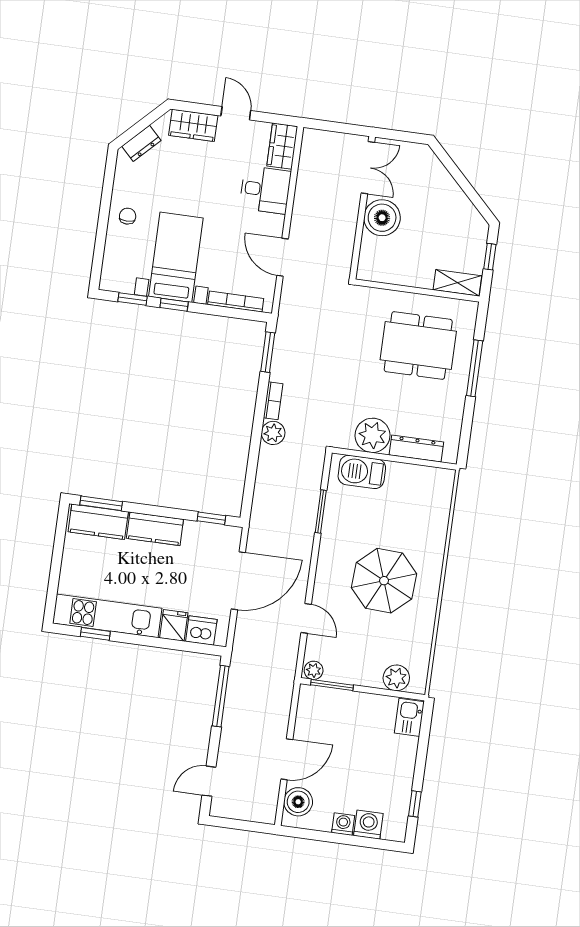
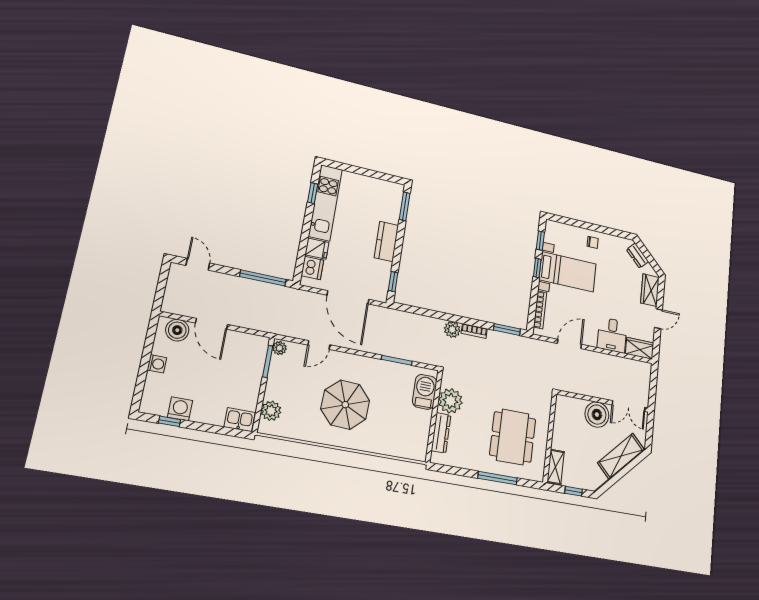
shelving: (439, 182) -> (621, 456), added
kitchen counter: (98, 522) -> (392, 203), removed
washing machine: (368, 825) -> (180, 409), moved, turned -90

